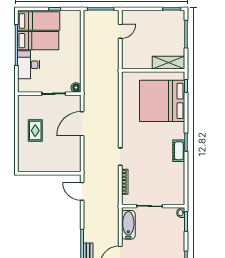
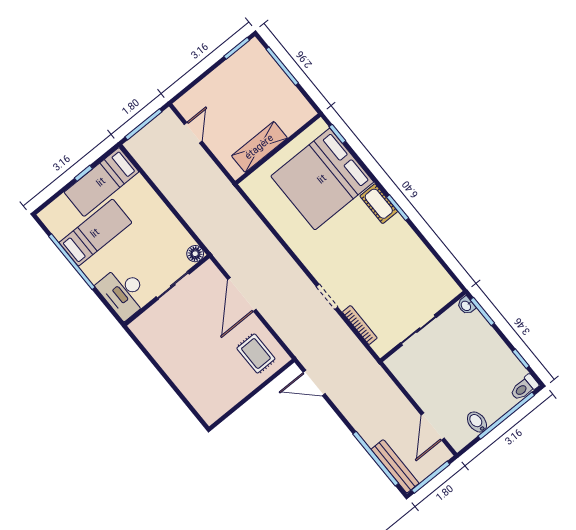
bed: (39, 21) -> (101, 182), moved, turned 180
shelving: (168, 63) -> (259, 147), moved
desk: (29, 65) -> (123, 292), moved
rug: (35, 131) -> (256, 353), moved
cot: (179, 151) -> (379, 204), moved
bathtub: (128, 225) -> (410, 377), removed

